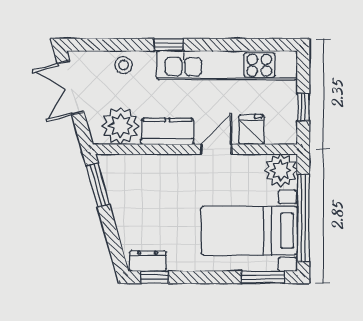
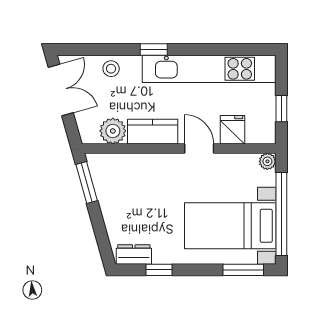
double door: (71, 88) -> (61, 90), swing flipped
plant: (120, 126) -> (113, 131), width x0.73, depth x0.73
door: (216, 149) -> (199, 149), hinge flipped
plant: (281, 170) -> (267, 161), width x0.53, depth x0.53
window: (155, 277) -> (159, 270), moved

